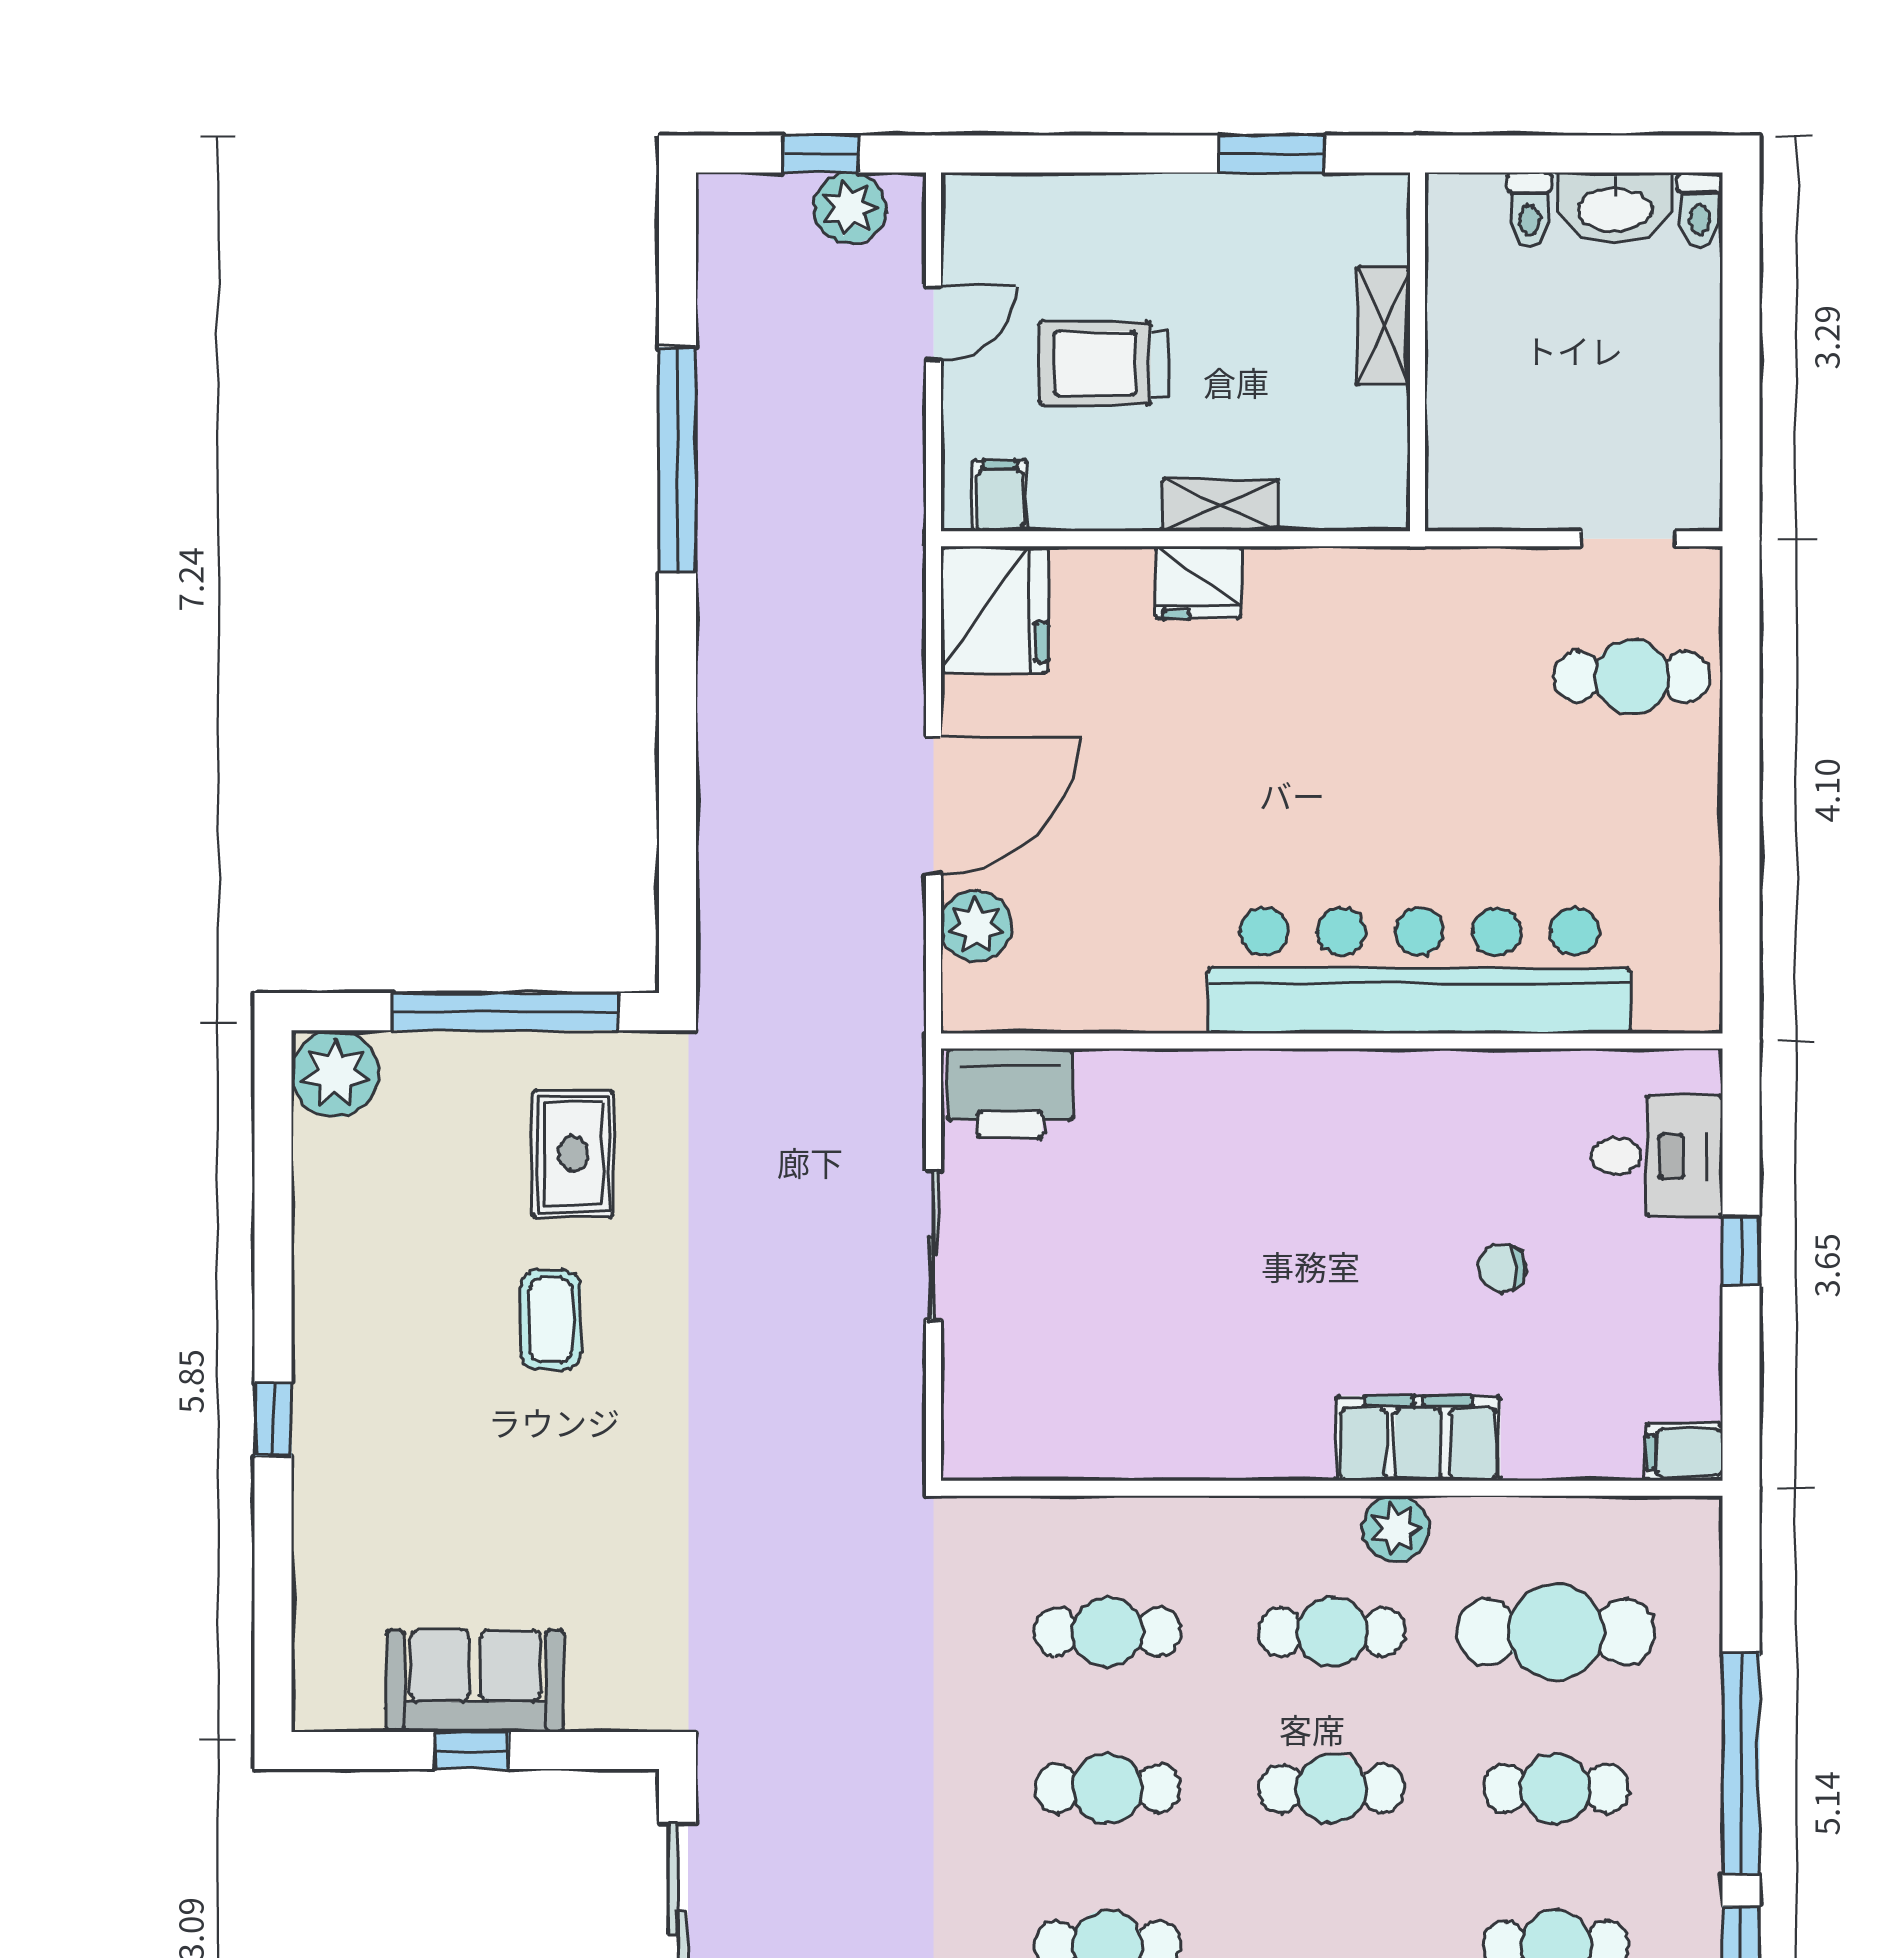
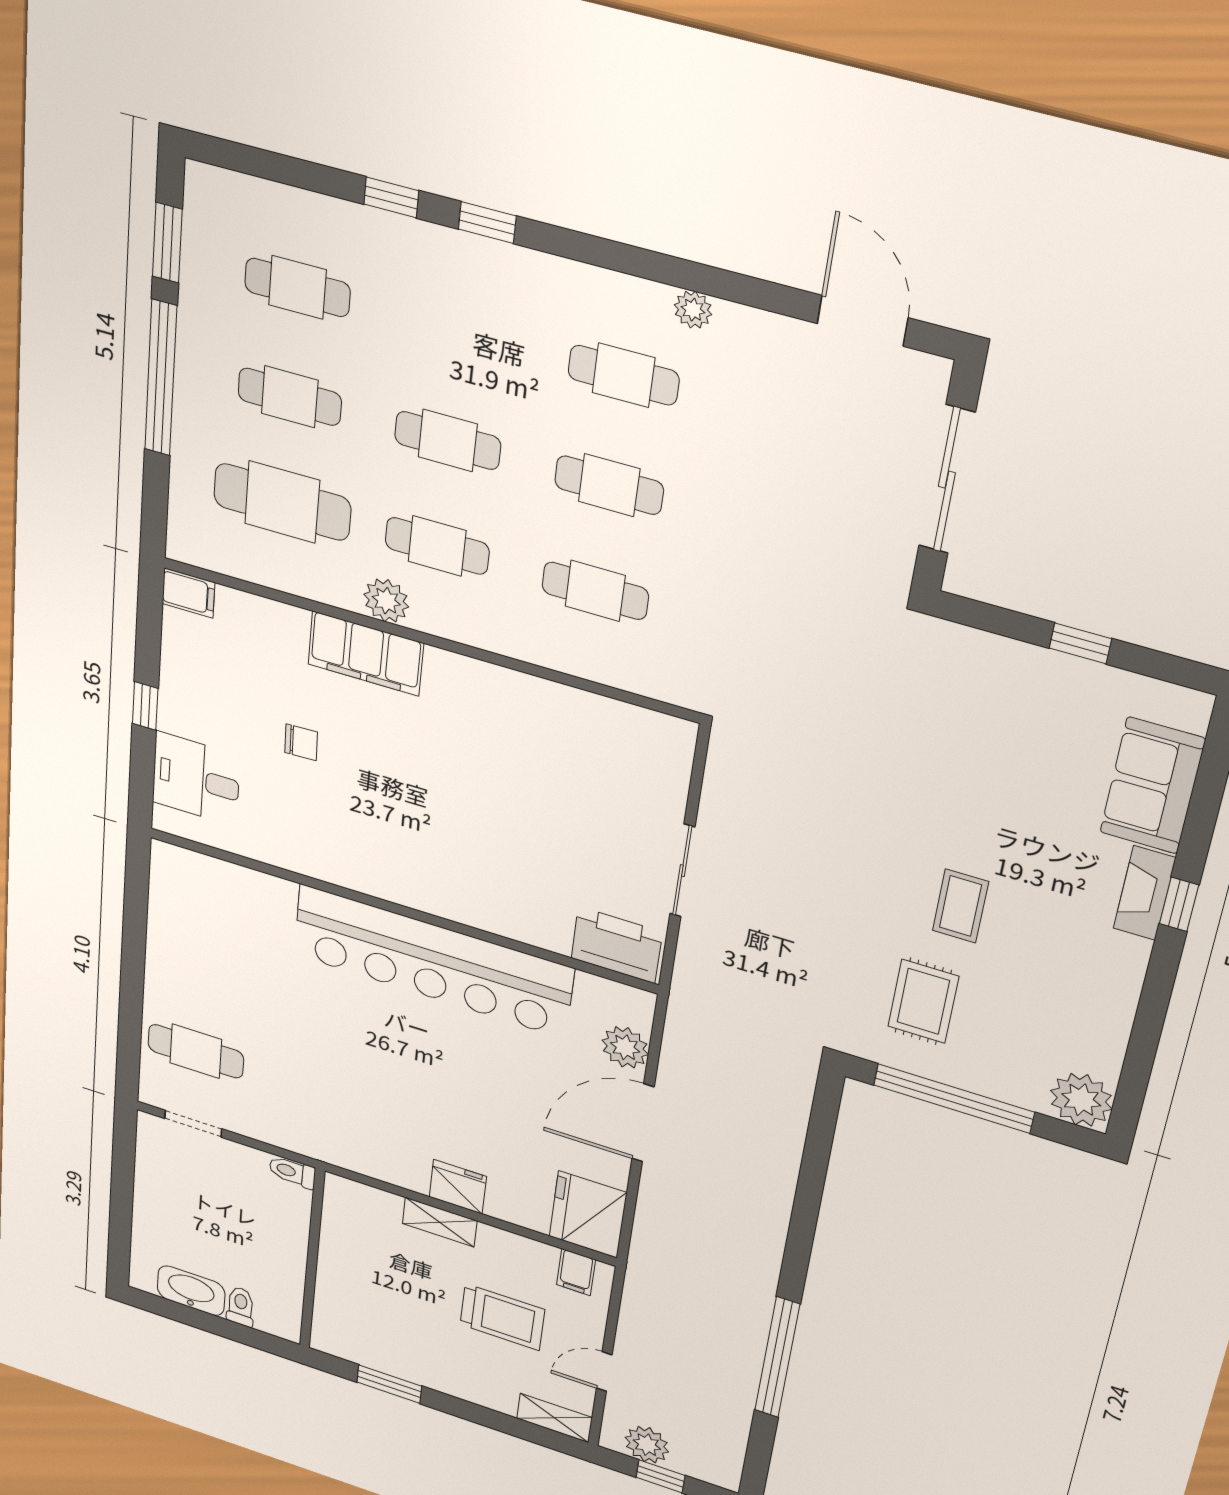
toilet: (1700, 209) -> (292, 1172), moved, turned -90
shelving: (1383, 326) -> (554, 1418), moved, turned 90
bar counter: (1419, 971) -> (432, 961), moved
fireplace: (320, 1421) -> (1144, 893), added
sofa: (475, 1681) -> (1152, 786), moved, turned 90

